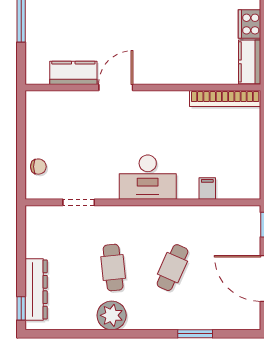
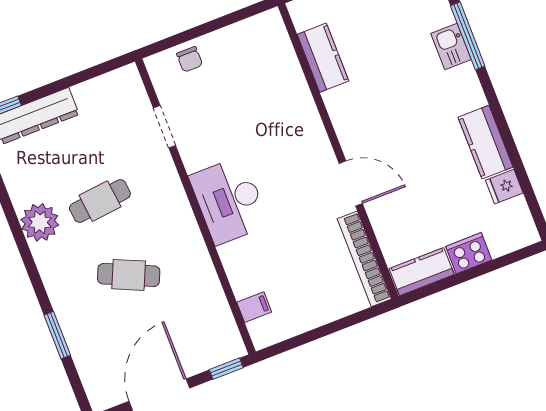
door: (116, 88) -> (351, 183), moved
filing cabinet: (207, 189) -> (254, 307), moved

